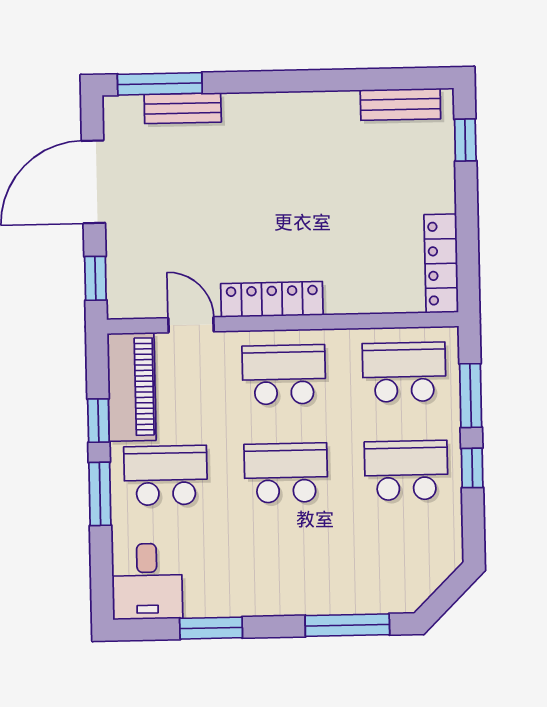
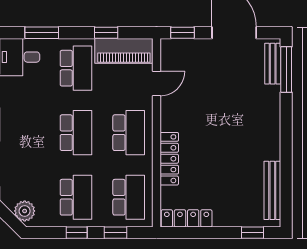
bench: (400, 104) -> (272, 190), width x1.36
bench: (183, 108) -> (273, 64), moved
locker: (272, 299) -> (169, 159), moved
window: (471, 396) -> (115, 233), width x0.67
window: (100, 494) -> (42, 33), moved
plant: (434, 566) -> (25, 211), added

